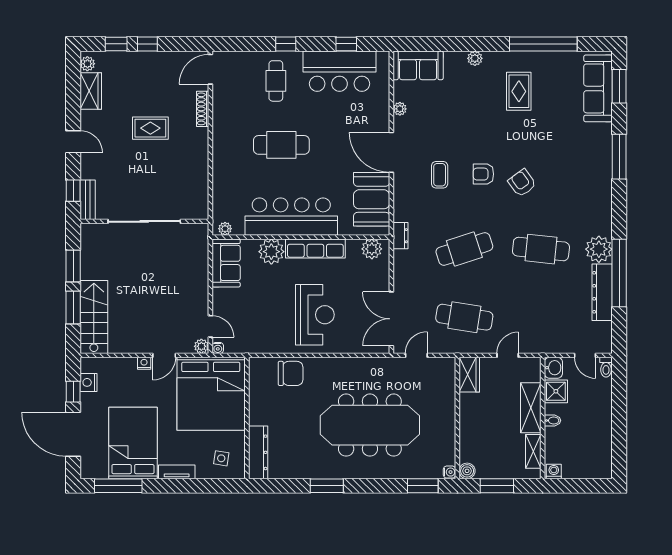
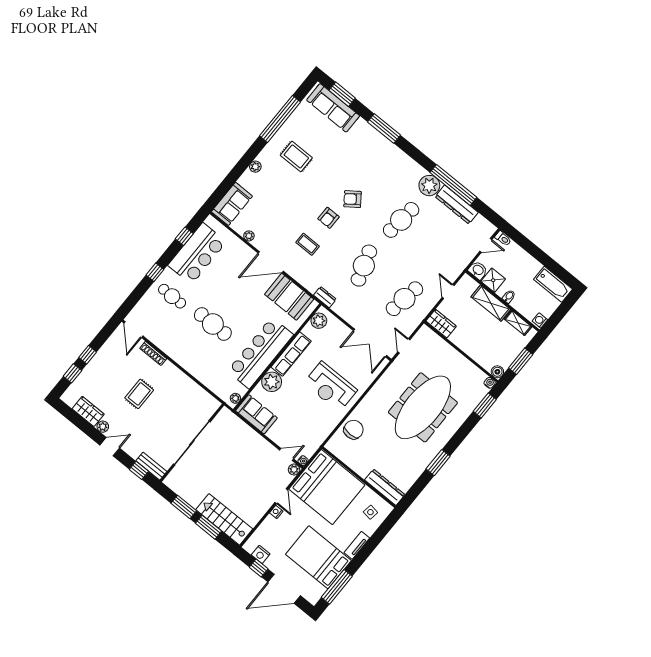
plant: (87, 64) -> (103, 427), moved
cafe table: (281, 145) -> (213, 324), turned 90
reception desk: (315, 315) -> (330, 387), turned 180
bathtub: (601, 455) -> (553, 284), added

